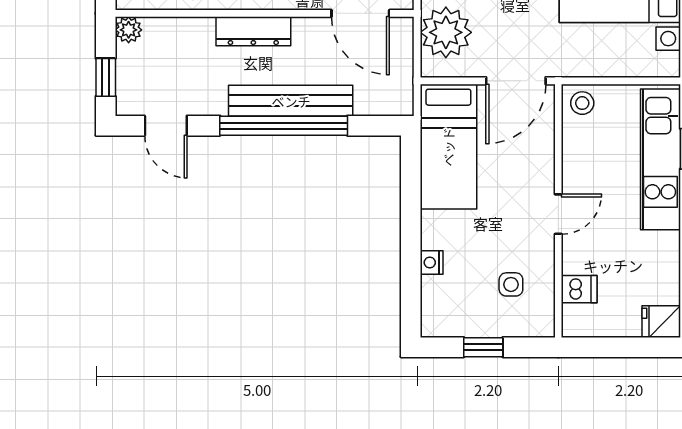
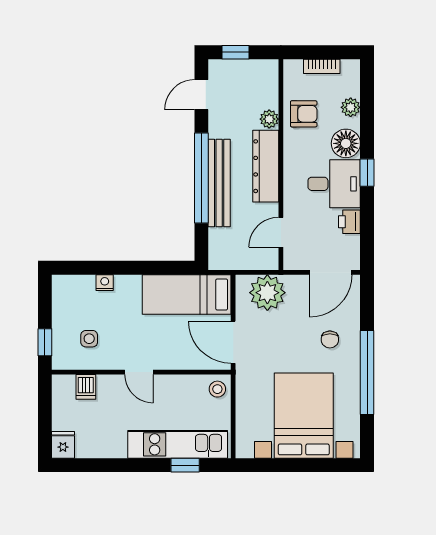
door: (360, 13) -> (281, 232), width x0.73
plant: (129, 30) -> (269, 119), moved
dresser: (253, 31) -> (266, 166), width x1.37, depth x1.24
window: (483, 347) -> (45, 342), moved

